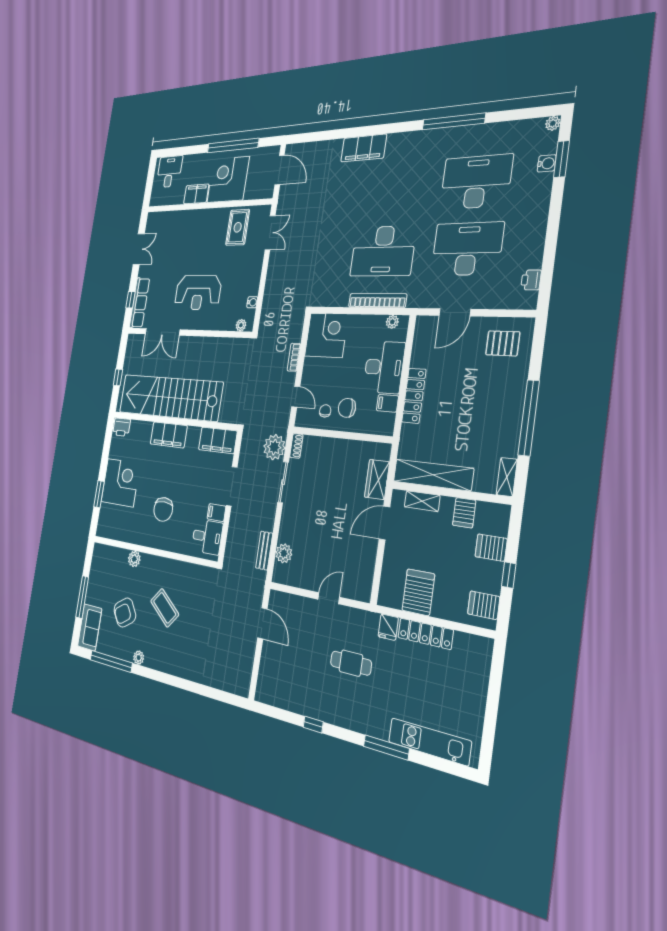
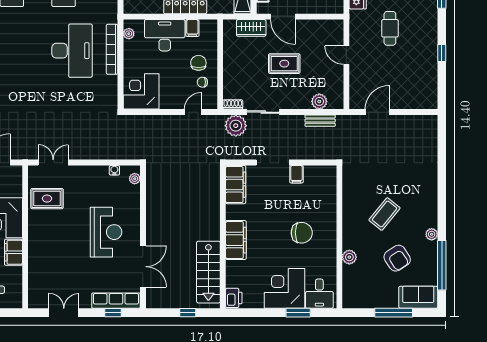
bookcase: (294, 357) -> (160, 120), removed
stairs: (170, 398) -> (208, 272), width x0.54, depth x0.66
chair: (347, 408) -> (198, 63), turned 180
rug: (331, 516) -> (284, 64), added
desk: (207, 537) -> (319, 294), moved, turned 180

